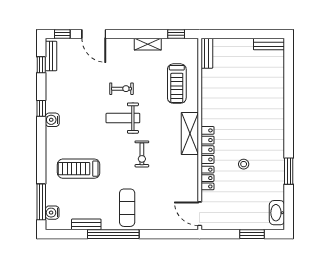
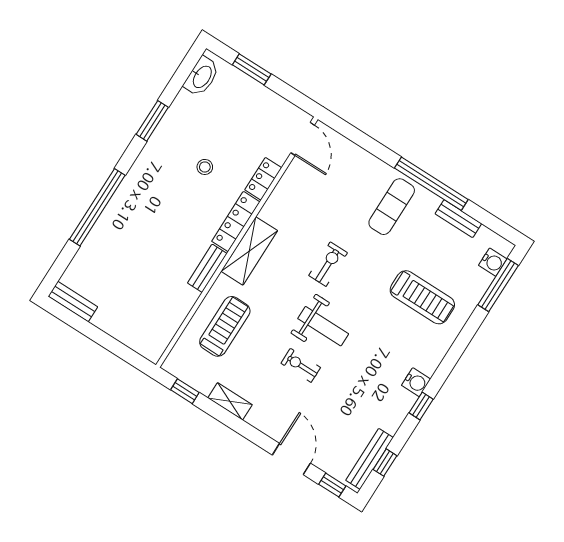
bench: (207, 53) -> (207, 268), moved
bench: (51, 56) -> (369, 459), width x1.36
window: (289, 104) -> (97, 207), added

